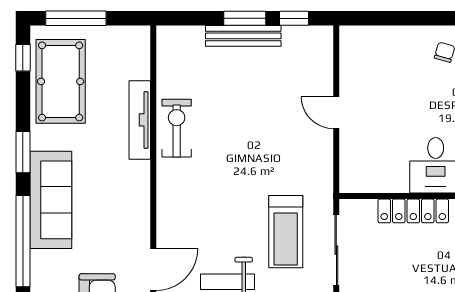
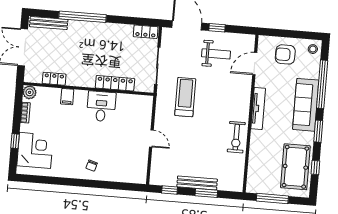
window: (76, 18) -> (272, 198), moved
window: (245, 18) -> (206, 193), moved
window: (23, 58) -> (315, 168), moved
tv unit: (140, 120) -> (258, 109), moved
treadmill: (286, 232) -> (185, 97), moved

